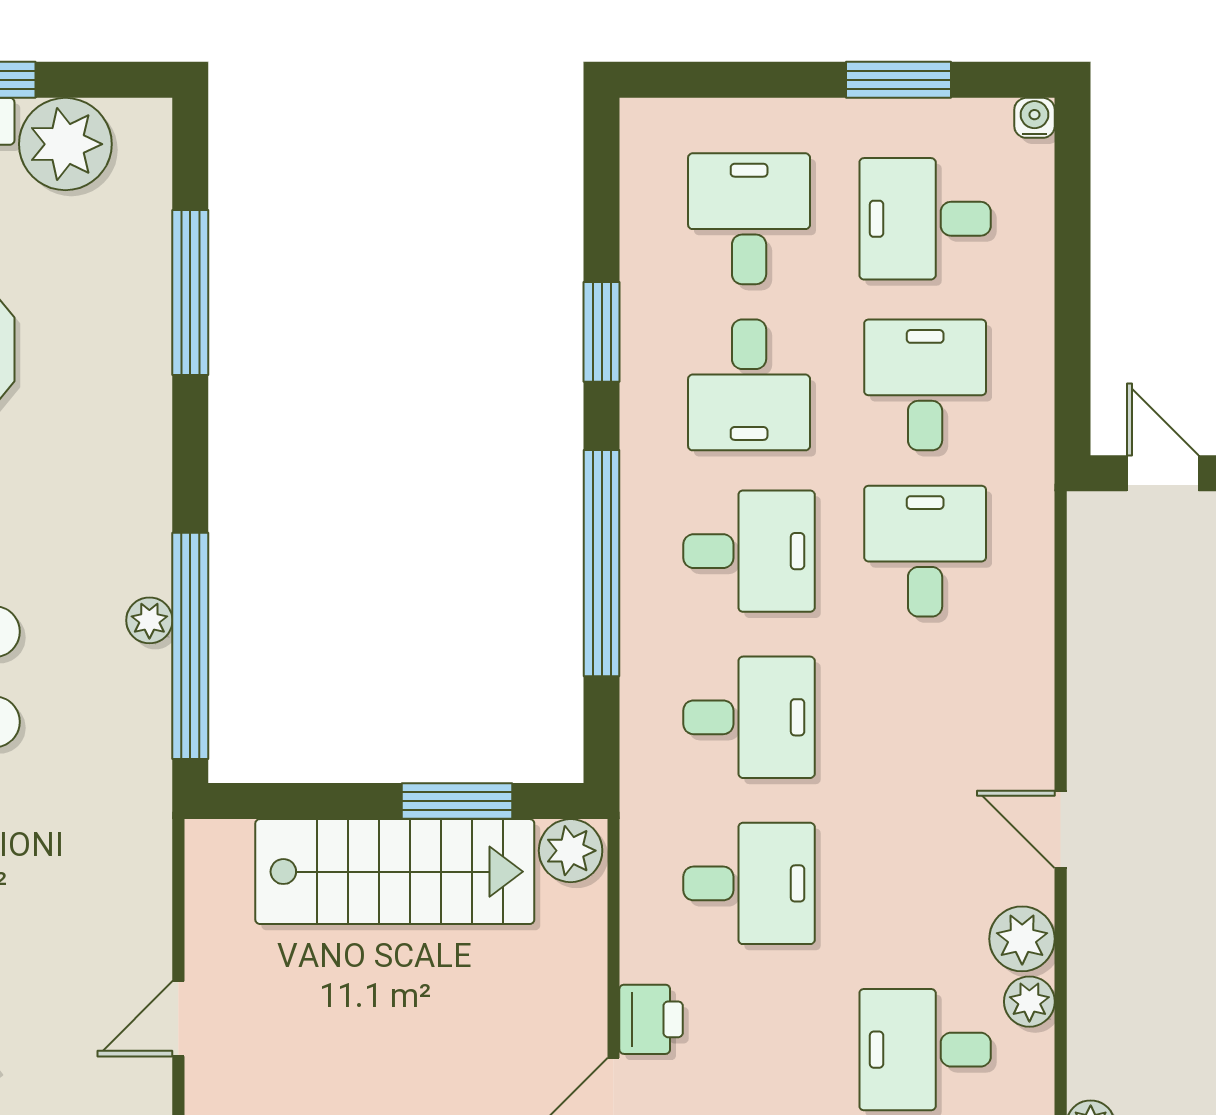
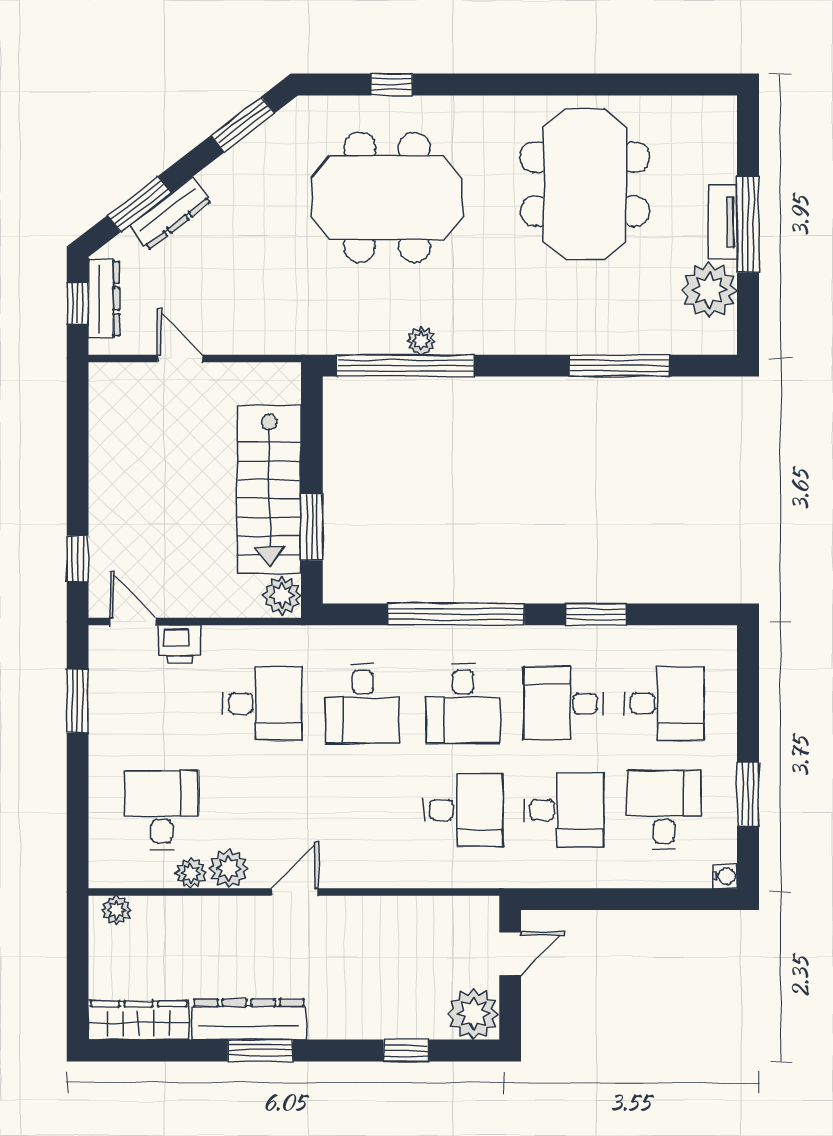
desk: (749, 883) -> (262, 704), turned -90

